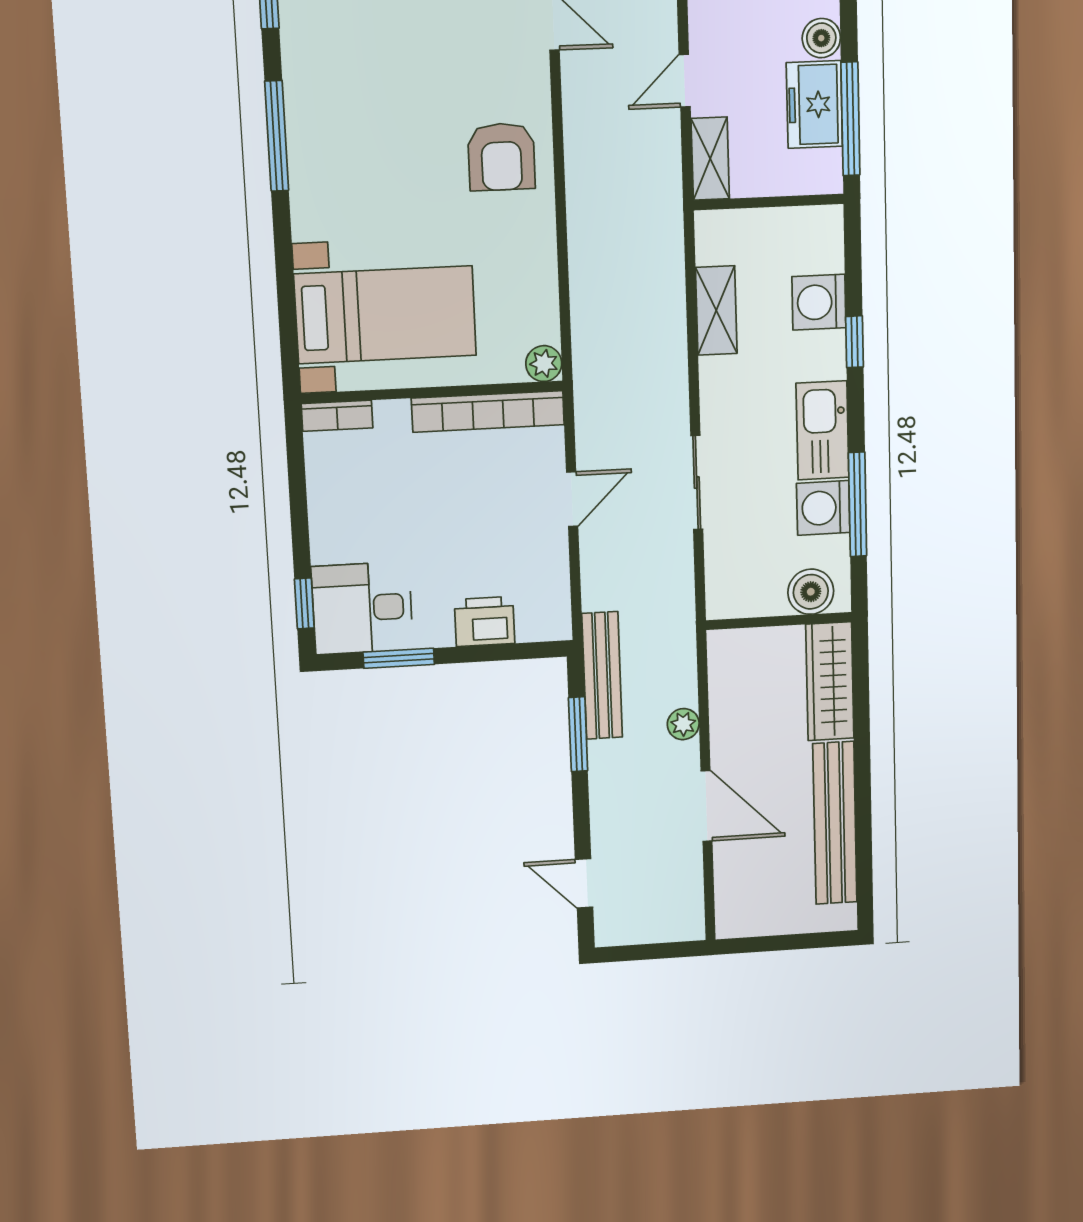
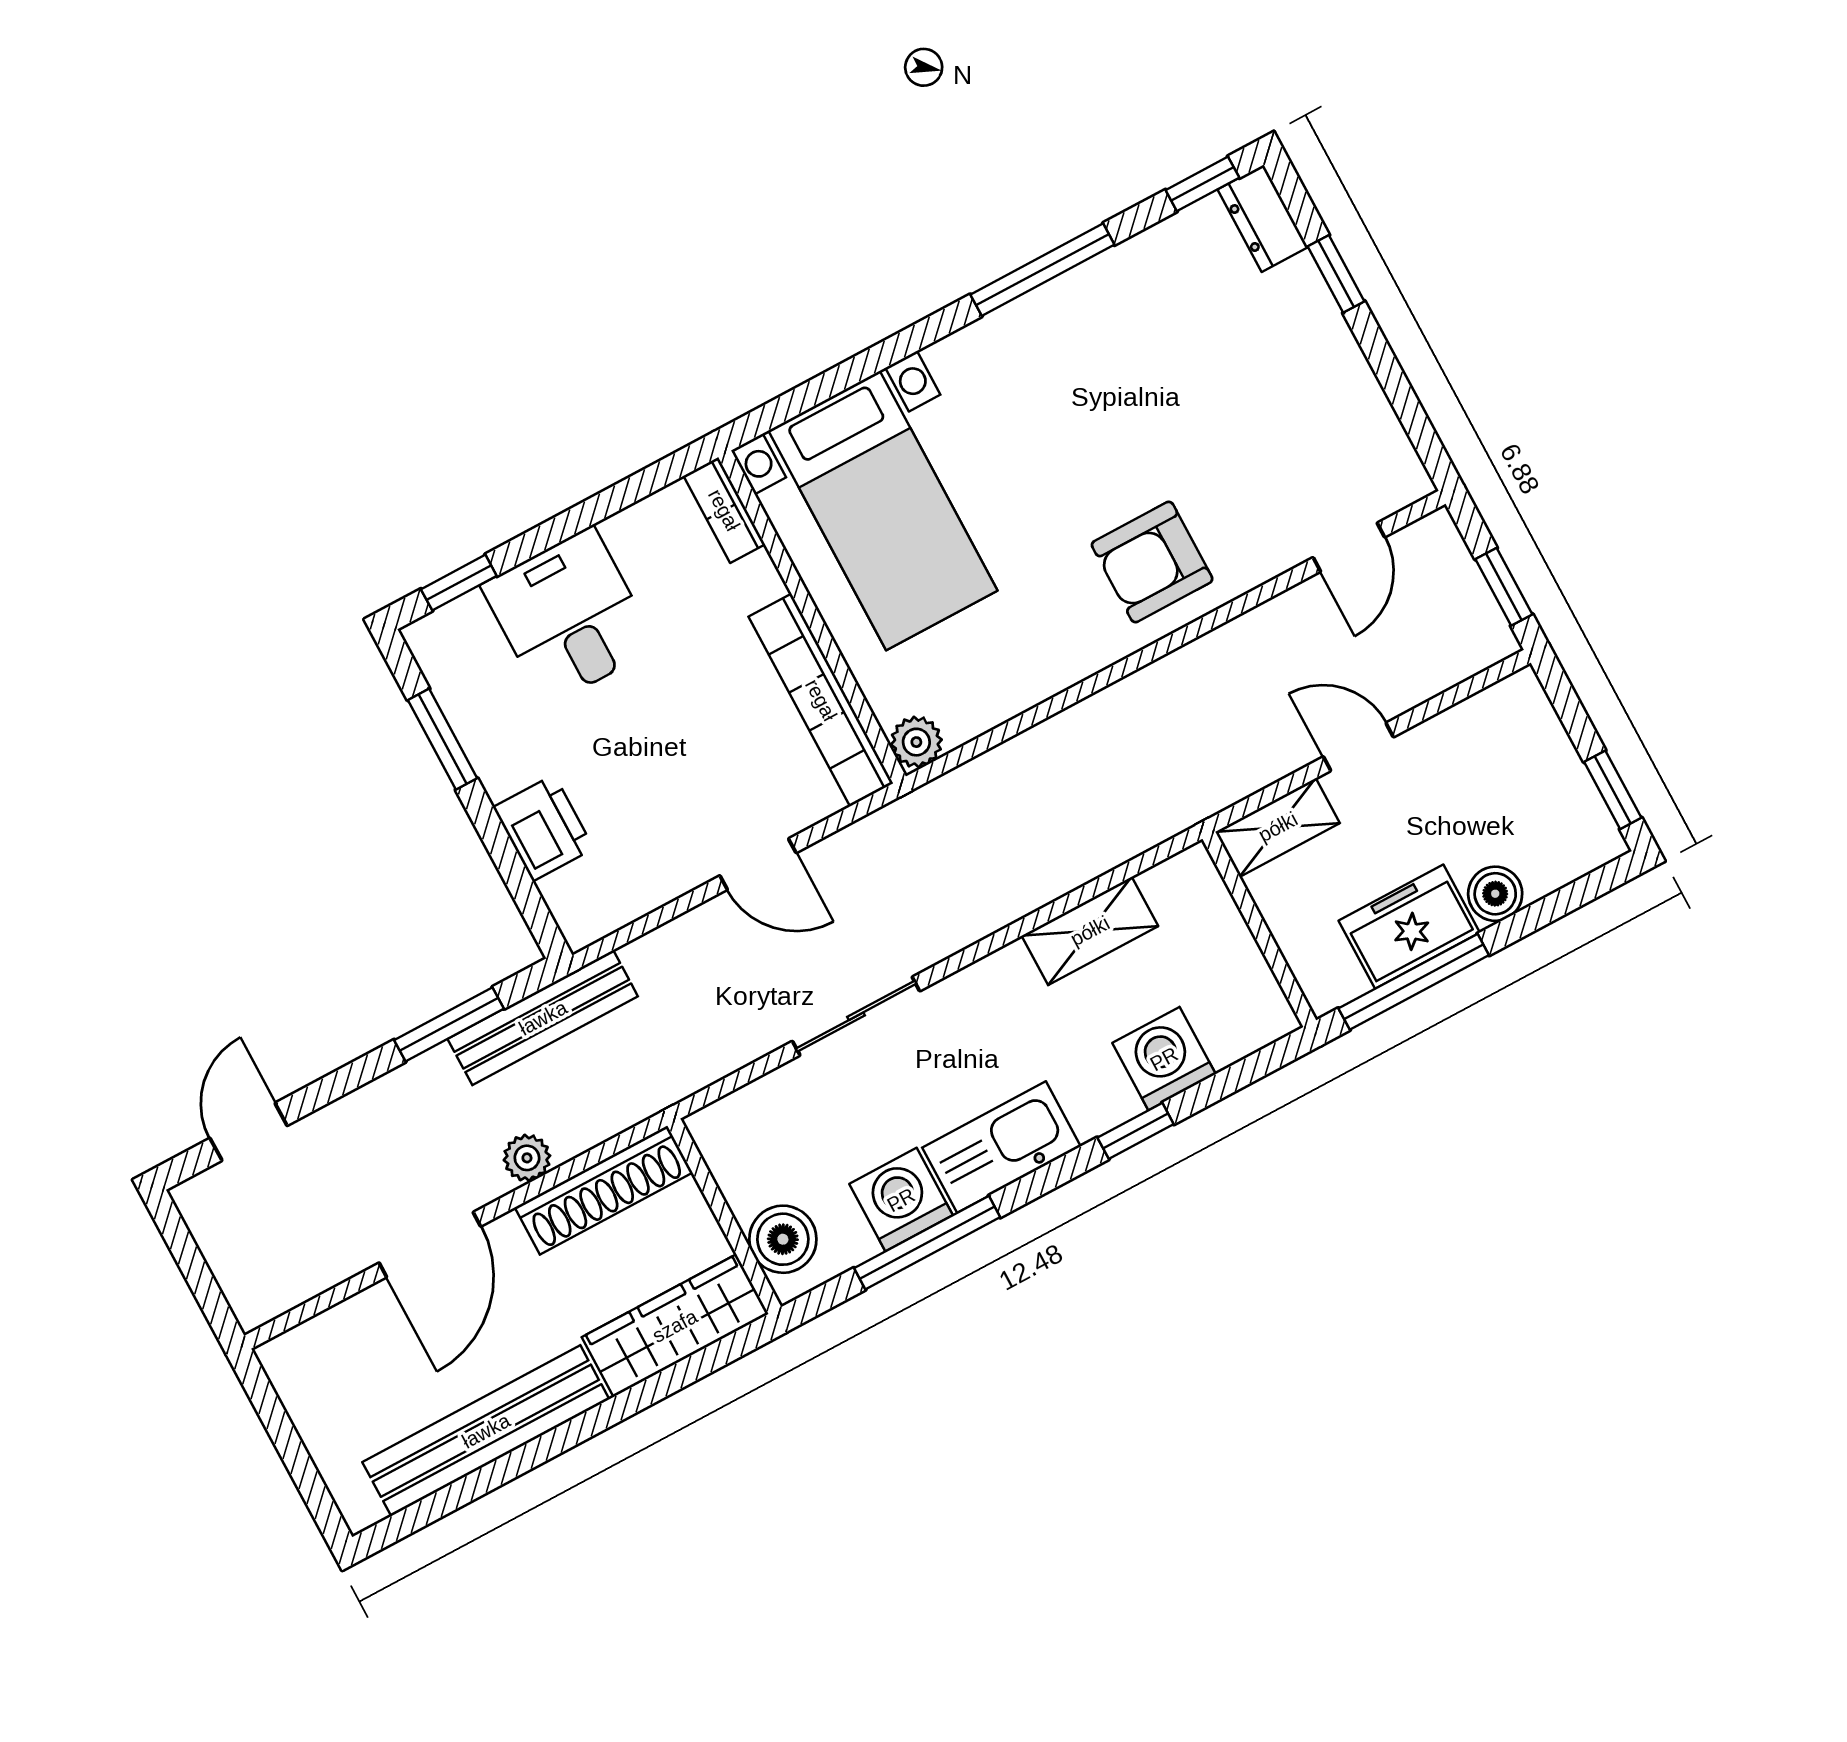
desk: (362, 608) -> (569, 616), moved
shoe rack: (726, 687) -> (604, 1190), added

